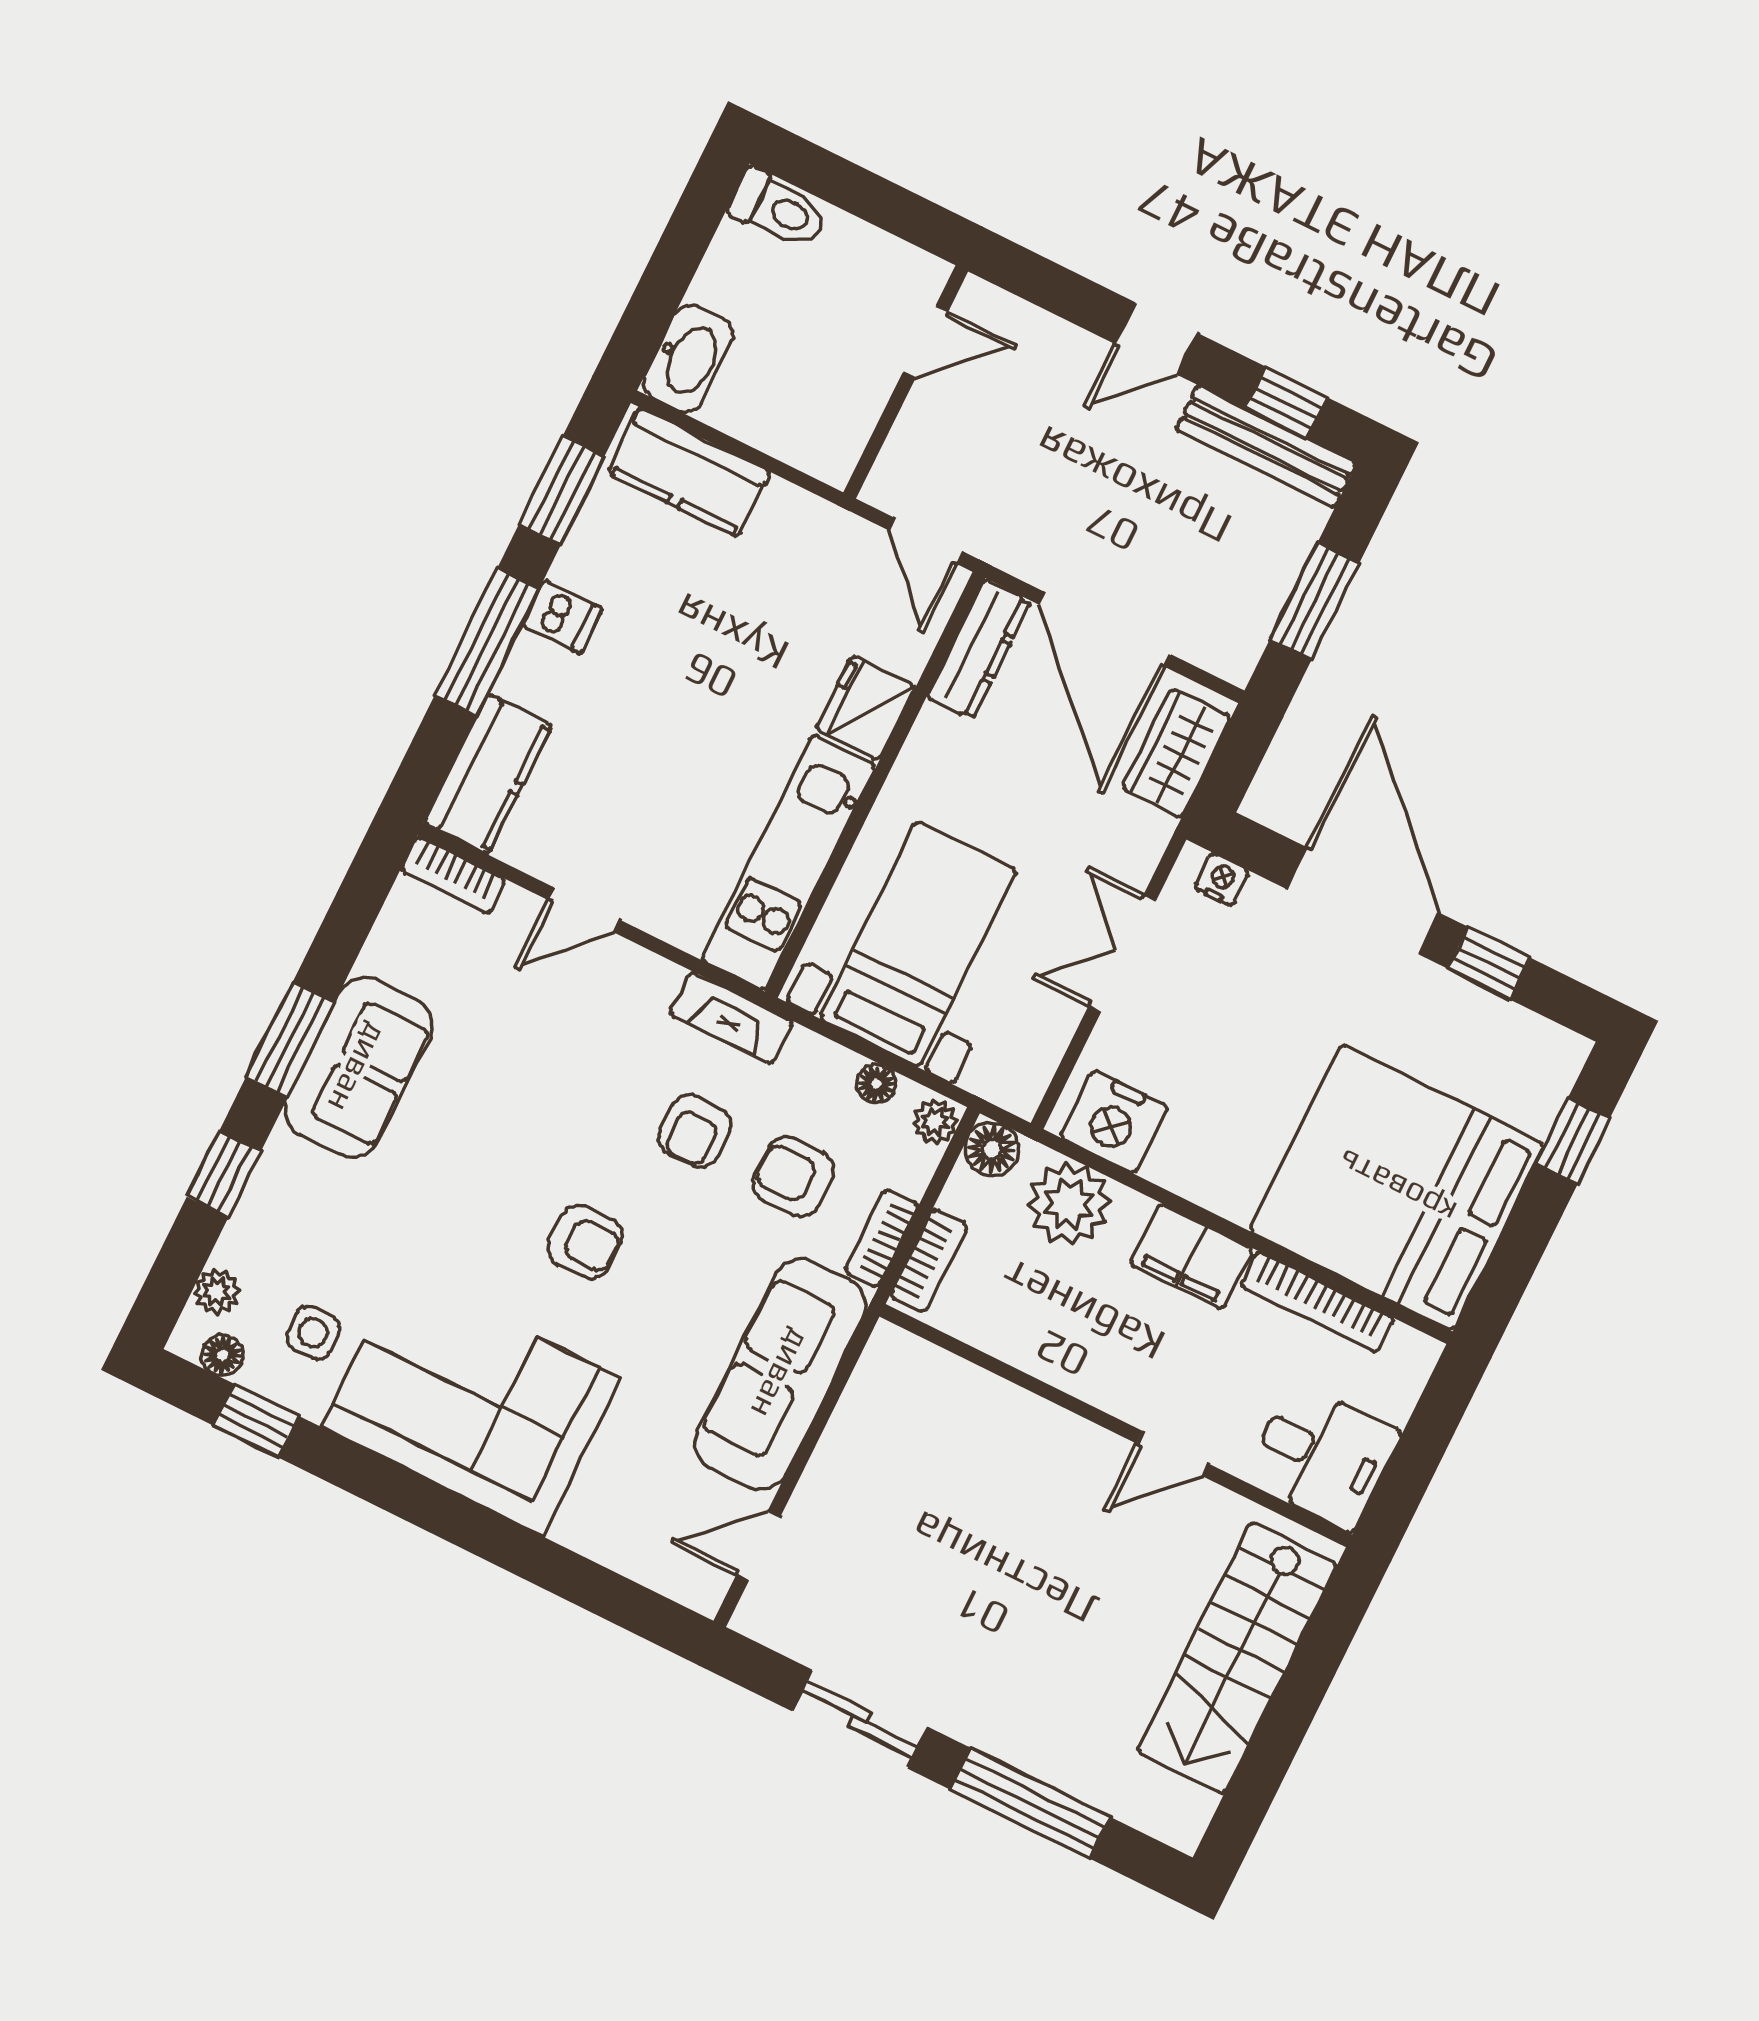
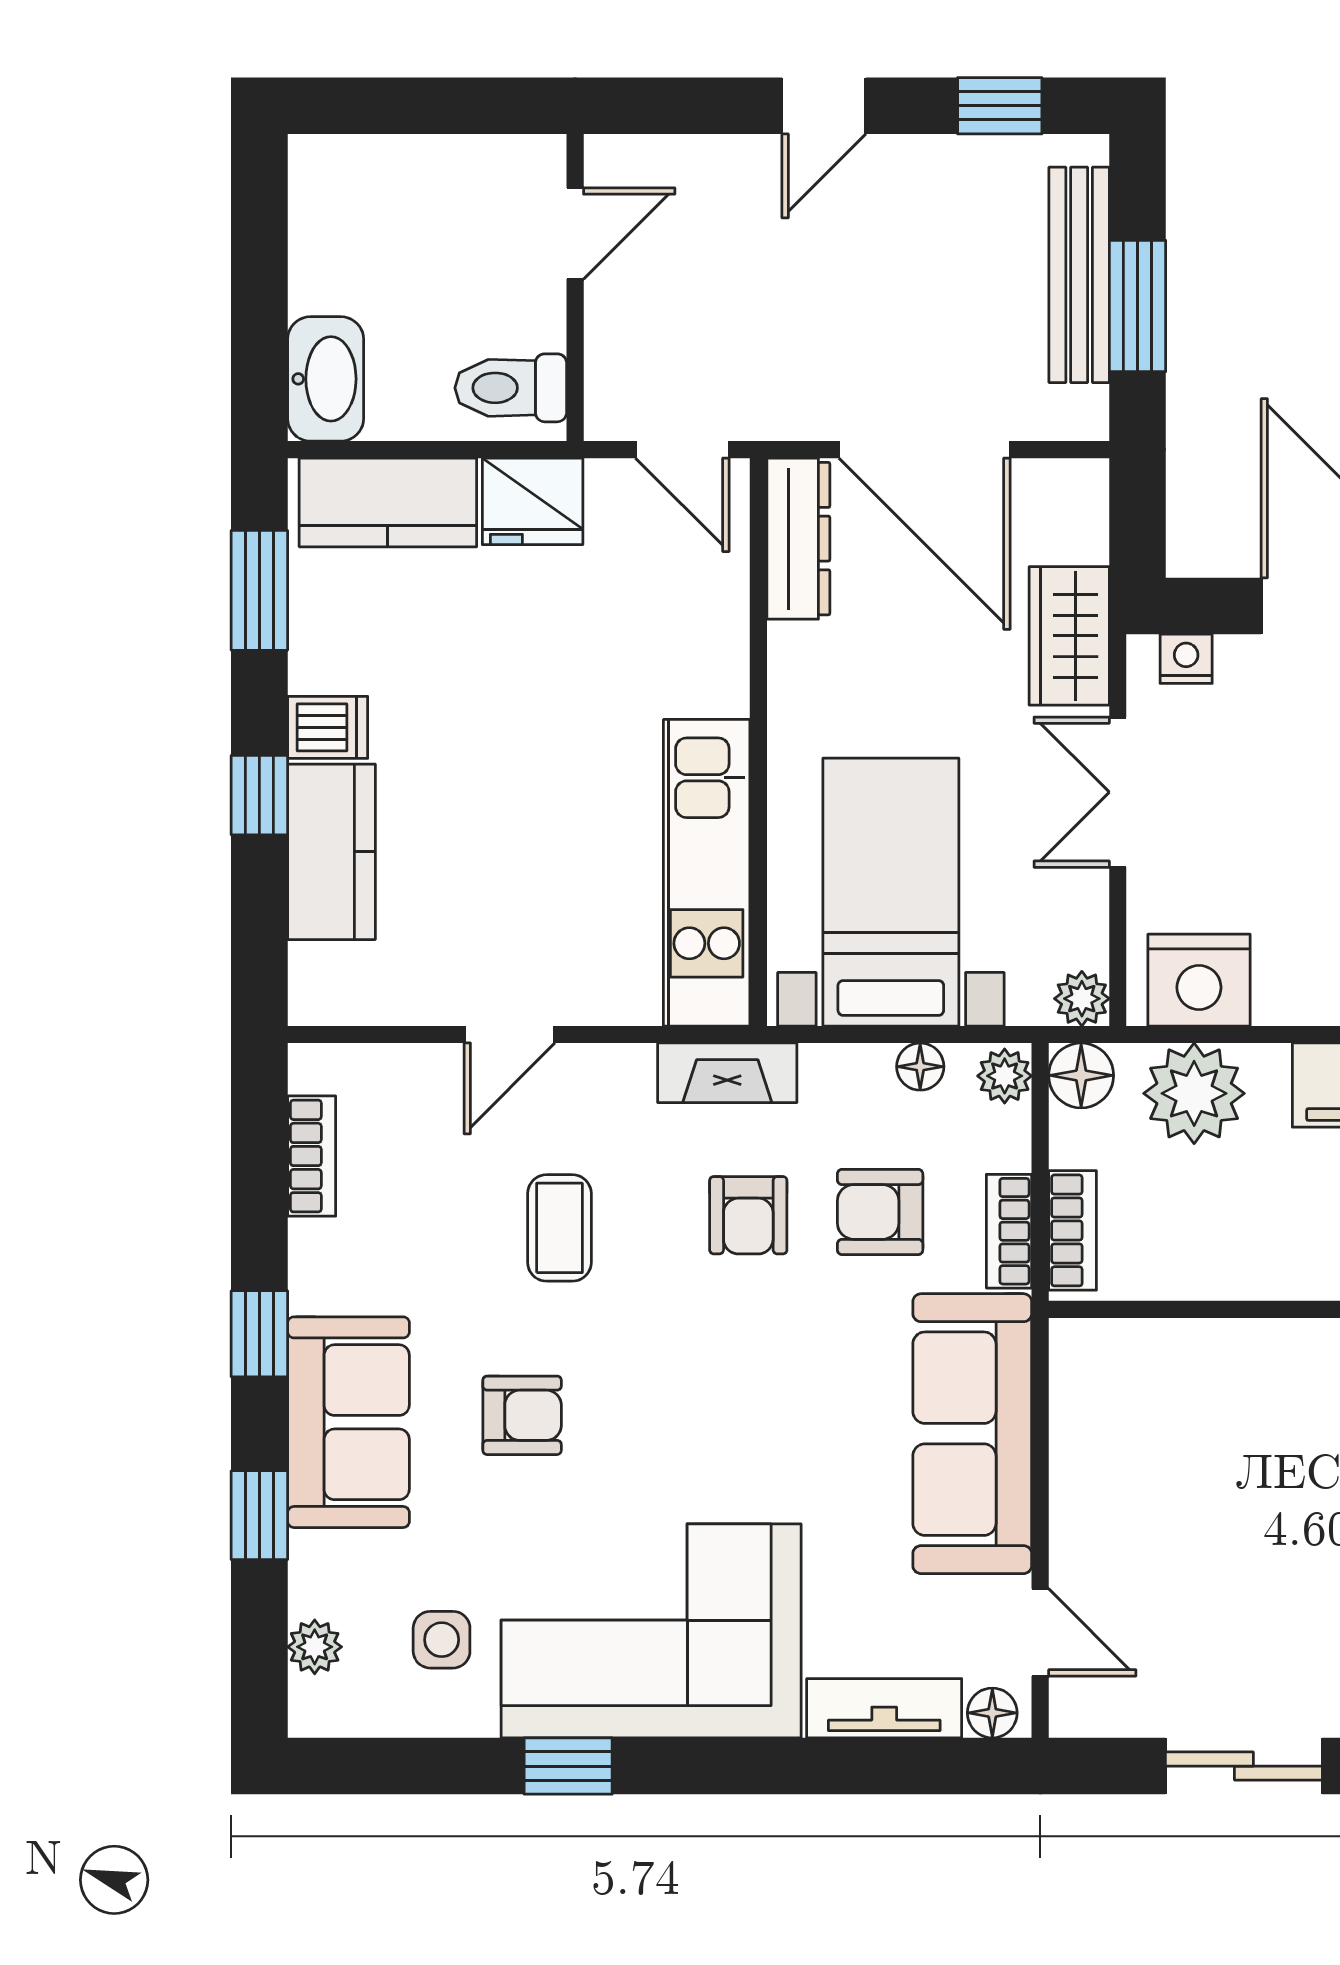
toilet: (778, 209) -> (511, 388), moved, turned 180
bench: (1266, 446) -> (1079, 275), moved, turned 90
window: (487, 642) -> (259, 795), width x0.46
fridge: (865, 708) -> (533, 501), moved, turned -90
wardrobe: (1177, 753) -> (1069, 636), moved
kitchen counter: (488, 774) -> (331, 852), moved
bookcase: (453, 875) -> (312, 1156), moved, turned -90
window: (290, 1040) -> (259, 1334), width x0.67
sofa: (358, 1068) -> (348, 1422), moved
coffee table: (551, 1071) -> (559, 1228), added
plant: (1020, 1093) -> (1082, 999), added
armchair: (585, 1242) -> (522, 1415), moved
floor lamp: (222, 1355) -> (992, 1713), moved
window: (256, 1421) -> (568, 1766), moved
tv unit: (615, 1545) -> (884, 1708), added
door: (758, 1546) -> (1040, 1632), swing flipped

